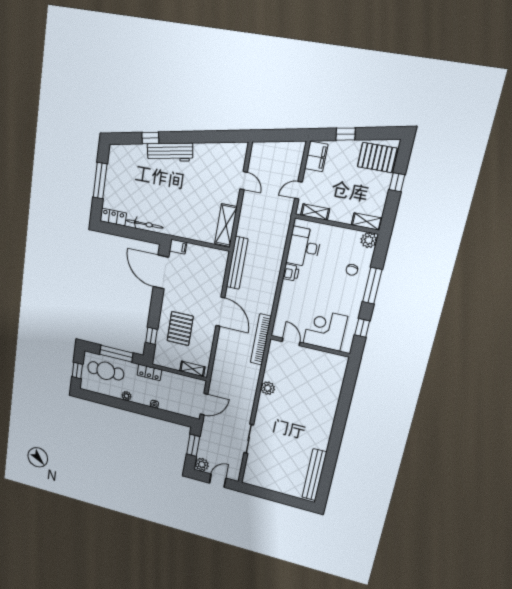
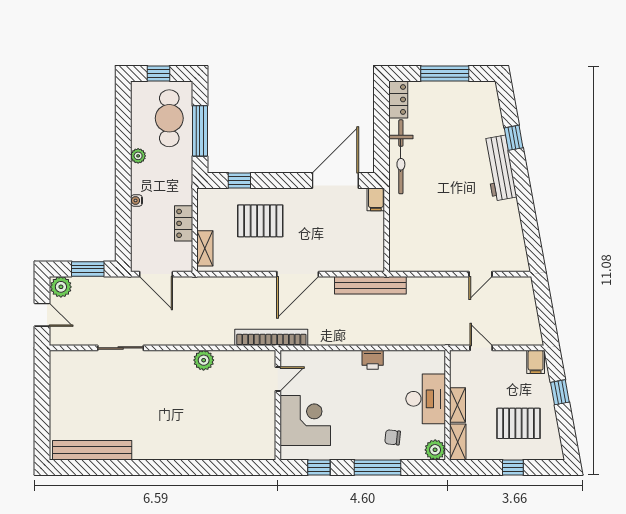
filing cabinet: (316, 157) -> (536, 362), width x0.50
pallet: (377, 157) -> (518, 423), moved, turned 90
shelving: (315, 212) -> (458, 405), moved
bicycle: (145, 224) -> (401, 157), width x1.37, depth x1.40
shelving: (226, 225) -> (418, 261), removed
desk: (304, 247) -> (426, 399), moved, turned 90
locker: (149, 372) -> (184, 223), moved

